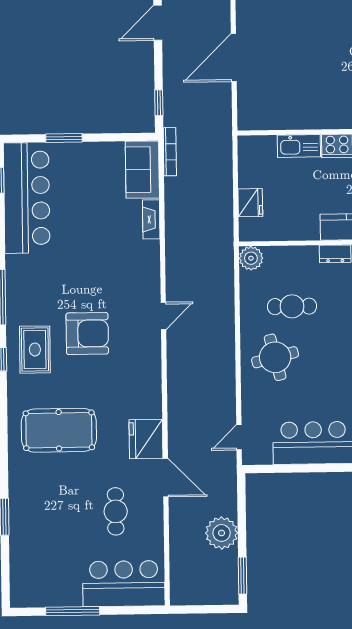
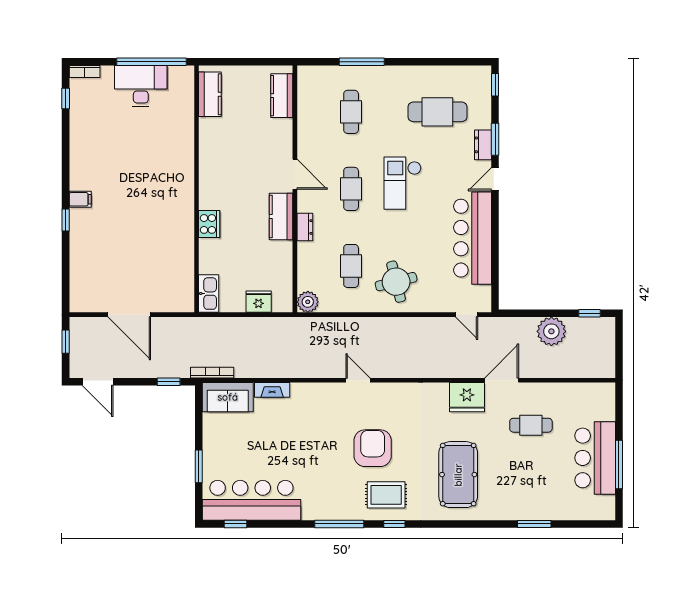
kitchen sink: (299, 146) -> (209, 294), moved
window: (243, 576) -> (590, 313), width x0.67
bar counter: (124, 584) -> (595, 458), moved

